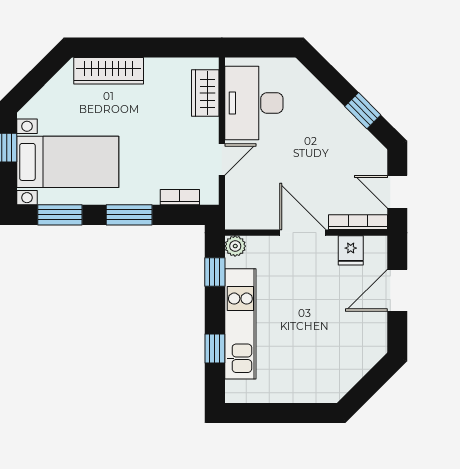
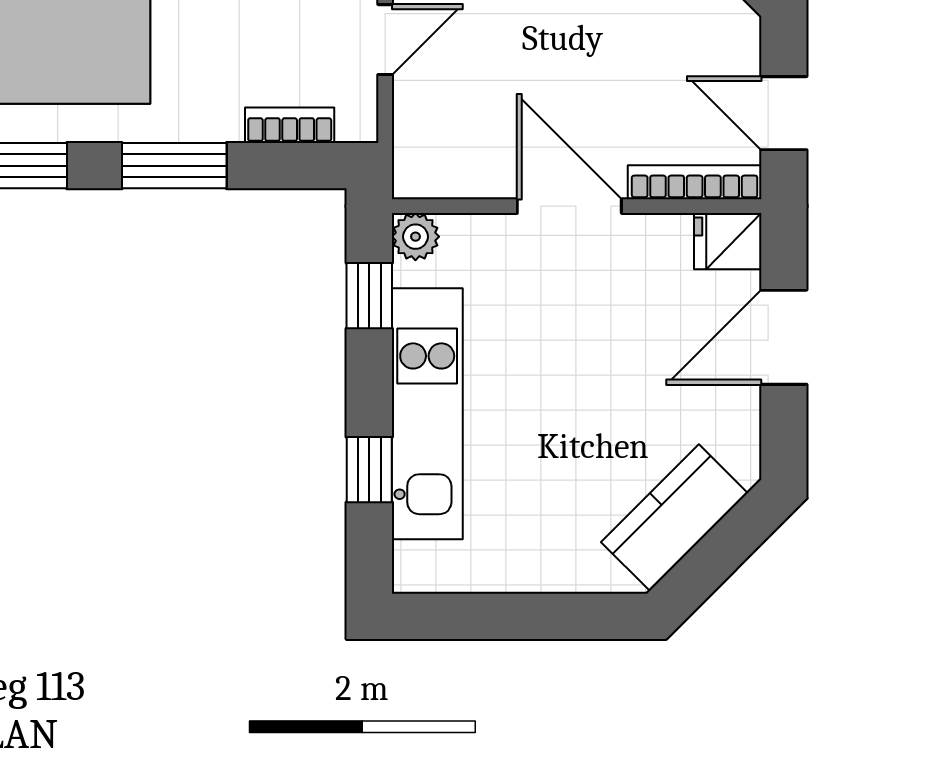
fridge: (351, 250) -> (728, 241), moved, turned 90
kitchen counter: (349, 370) -> (674, 518), added

